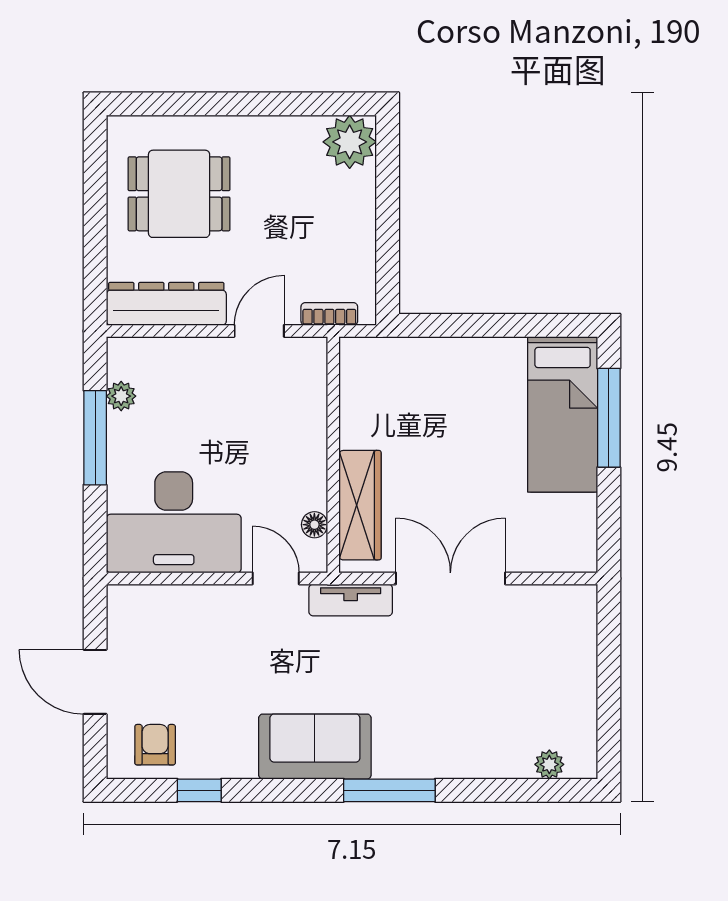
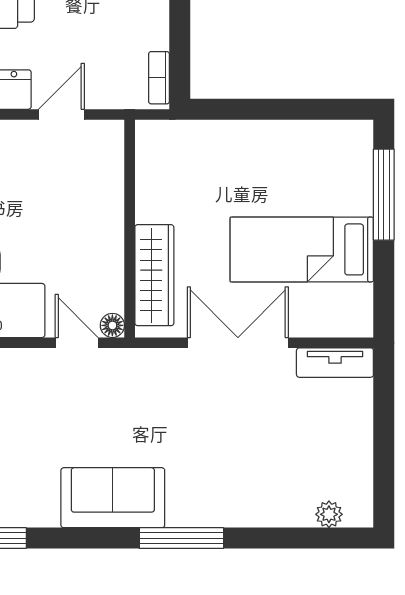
bookcase: (329, 314) -> (159, 78), moved, turned -90
bed: (563, 414) -> (302, 249), moved, turned 90
floor lamp: (314, 525) -> (112, 325), moved
tv unit: (351, 600) -> (335, 363), moved

